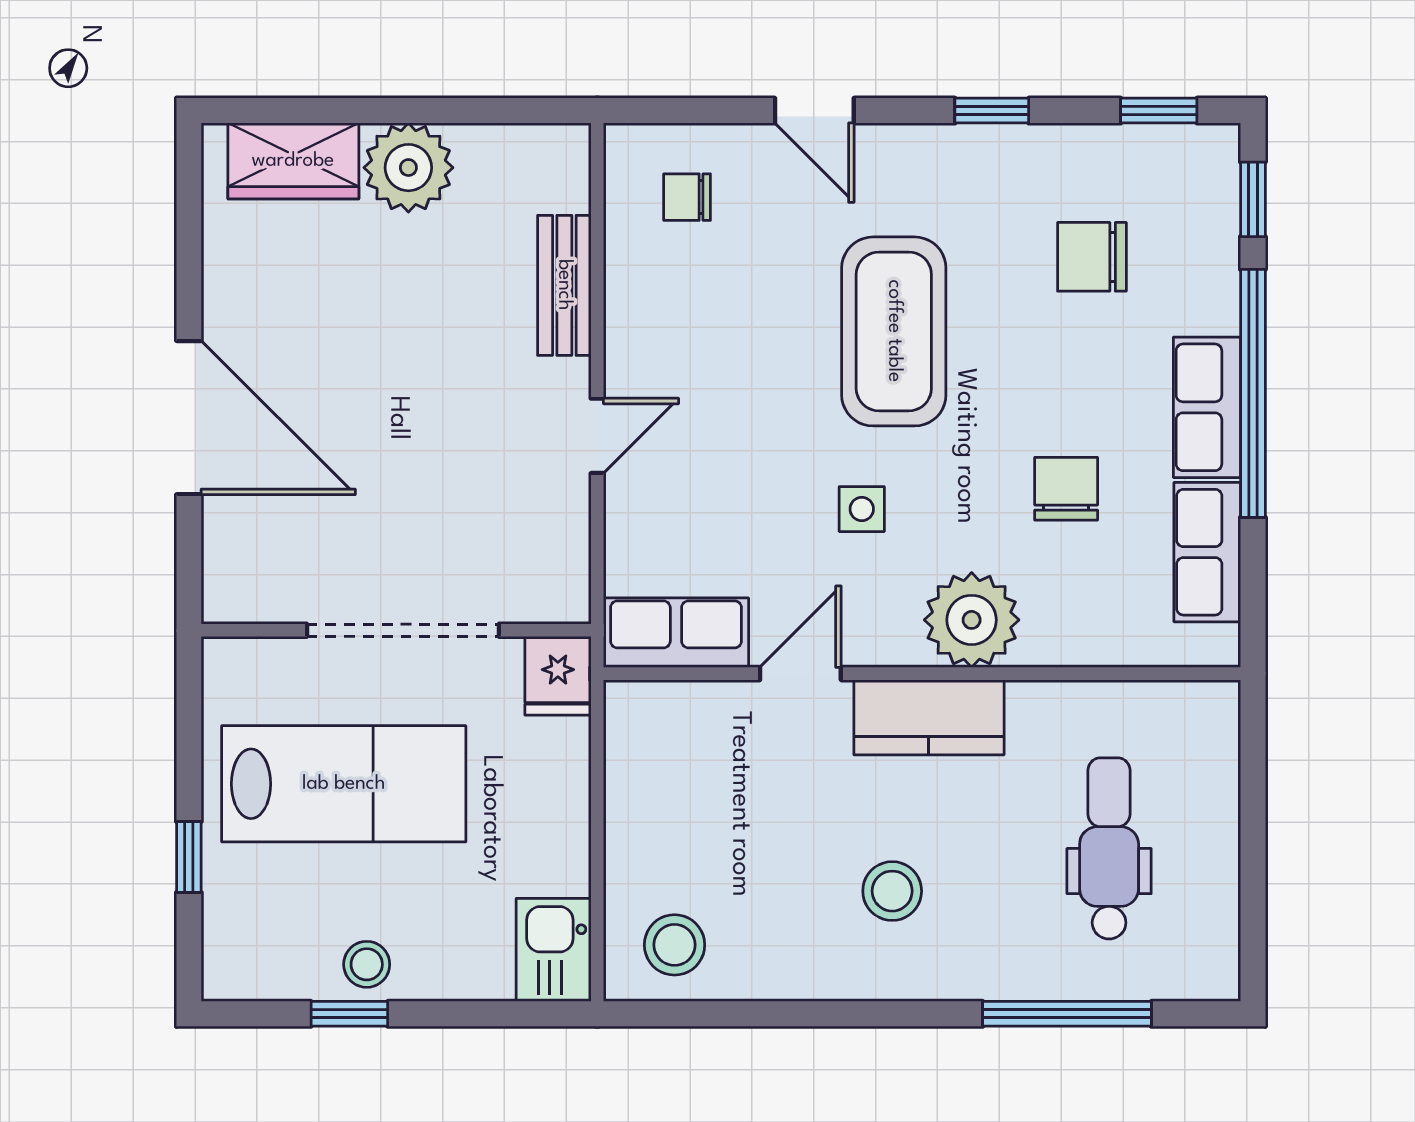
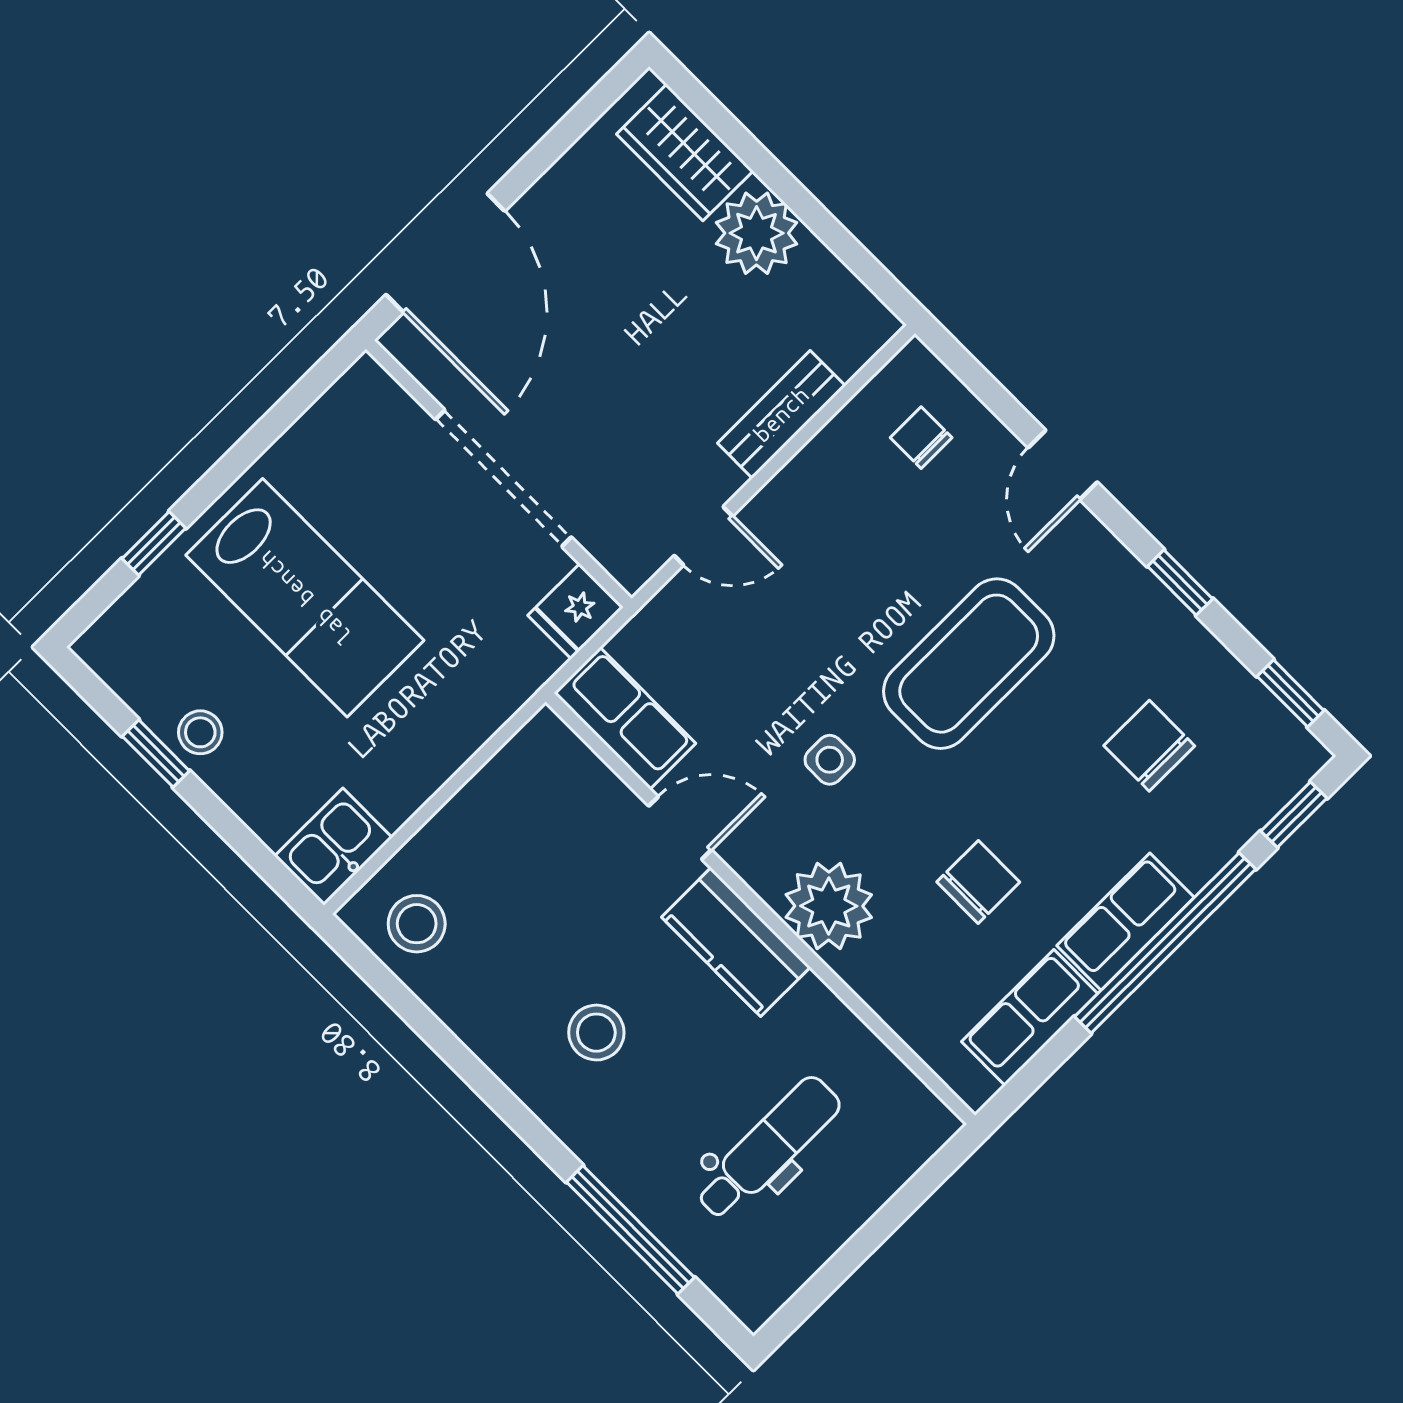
wall: (396, 630) -> (499, 474), moved
doorway: (403, 630) -> (503, 478), moved
fridge: (558, 676) -> (576, 611), moved

